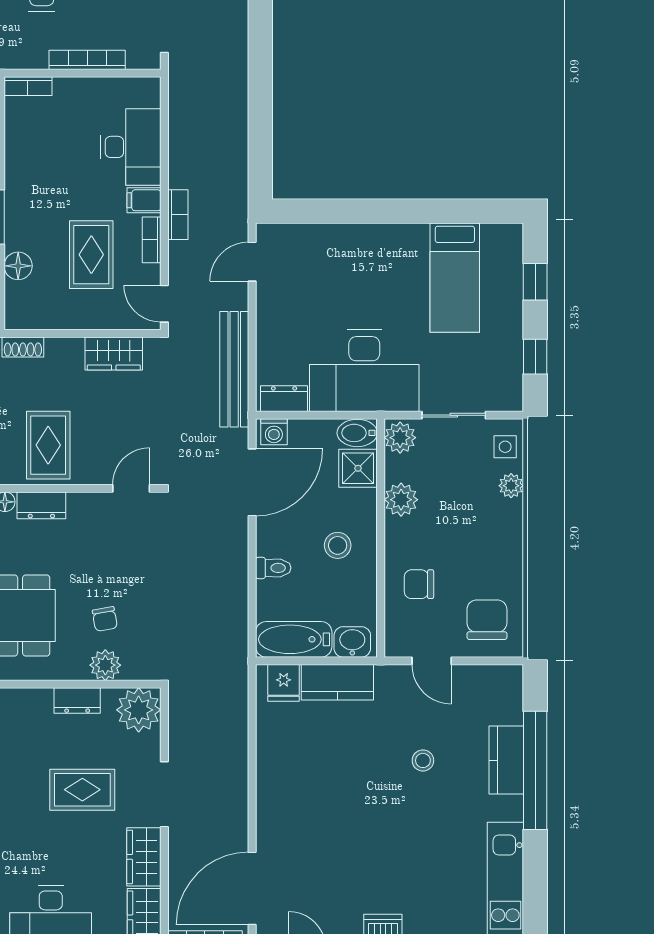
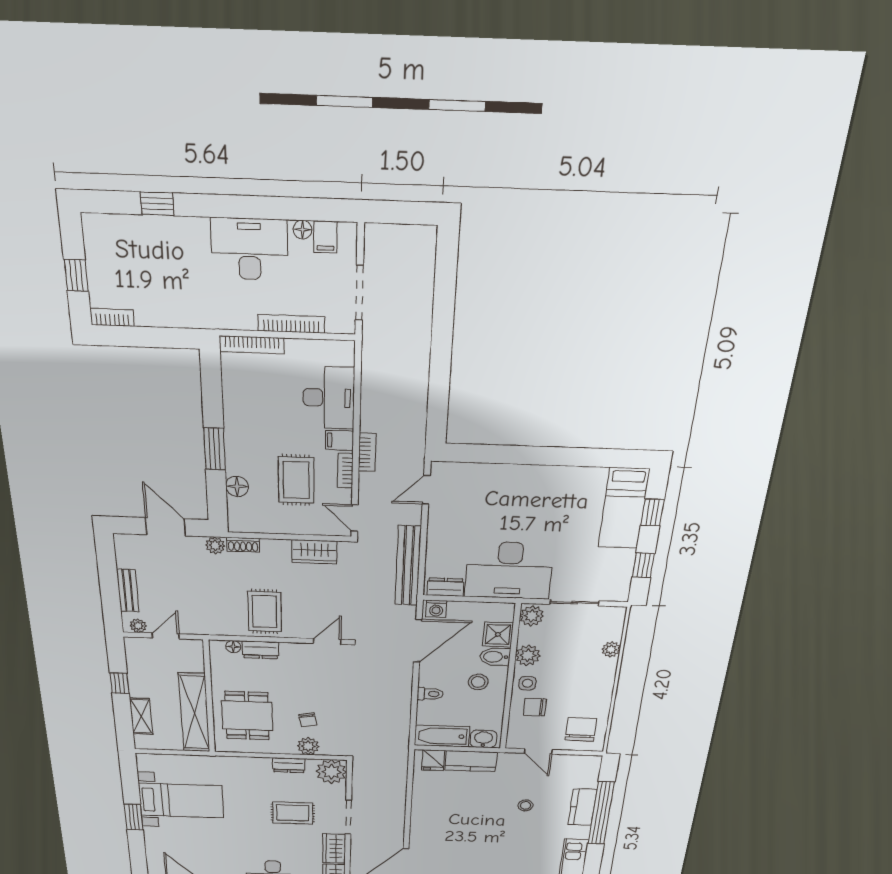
bookcase: (28, 86) -> (252, 345), width x1.56
bed: (455, 278) -> (624, 508), moved
bidet: (357, 433) -> (495, 657), moved
side table: (505, 447) -> (527, 683), moved

